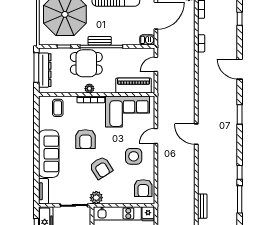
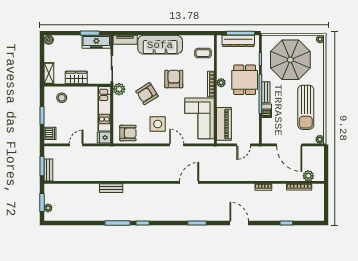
barbecue: (147, 40) -> (267, 111), moved
door: (156, 64) -> (244, 145), swing flipped
door: (240, 69) -> (239, 223), hinge flipped
door: (196, 134) -> (189, 182), moved
armchair: (85, 139) -> (174, 79), turned 90
armchair: (143, 188) -> (128, 133), turned 180

